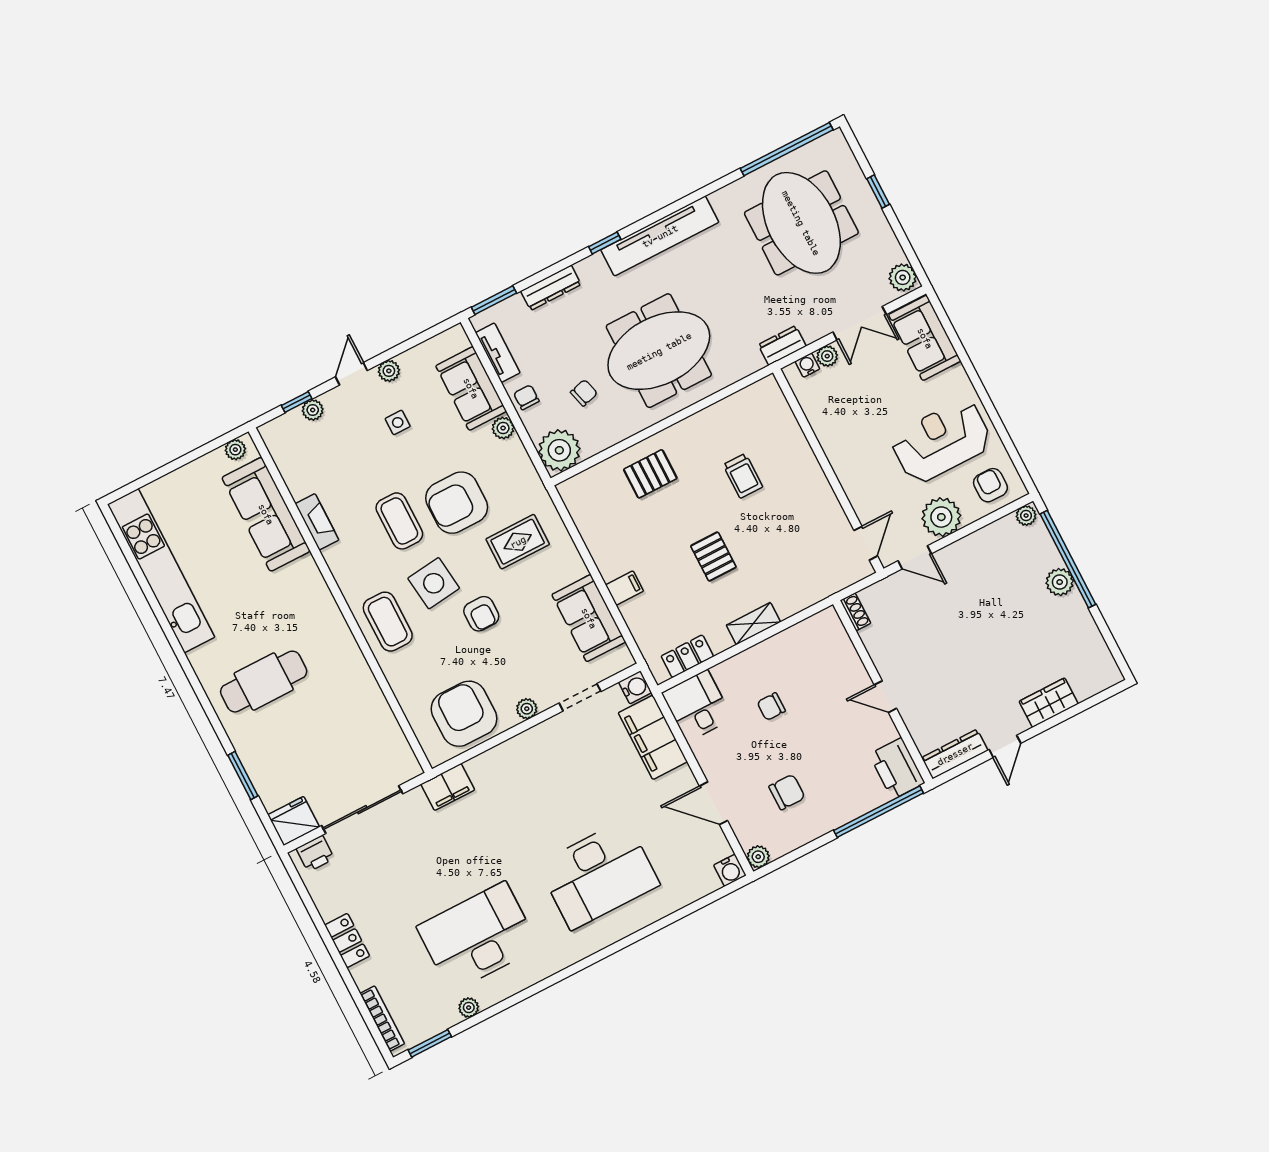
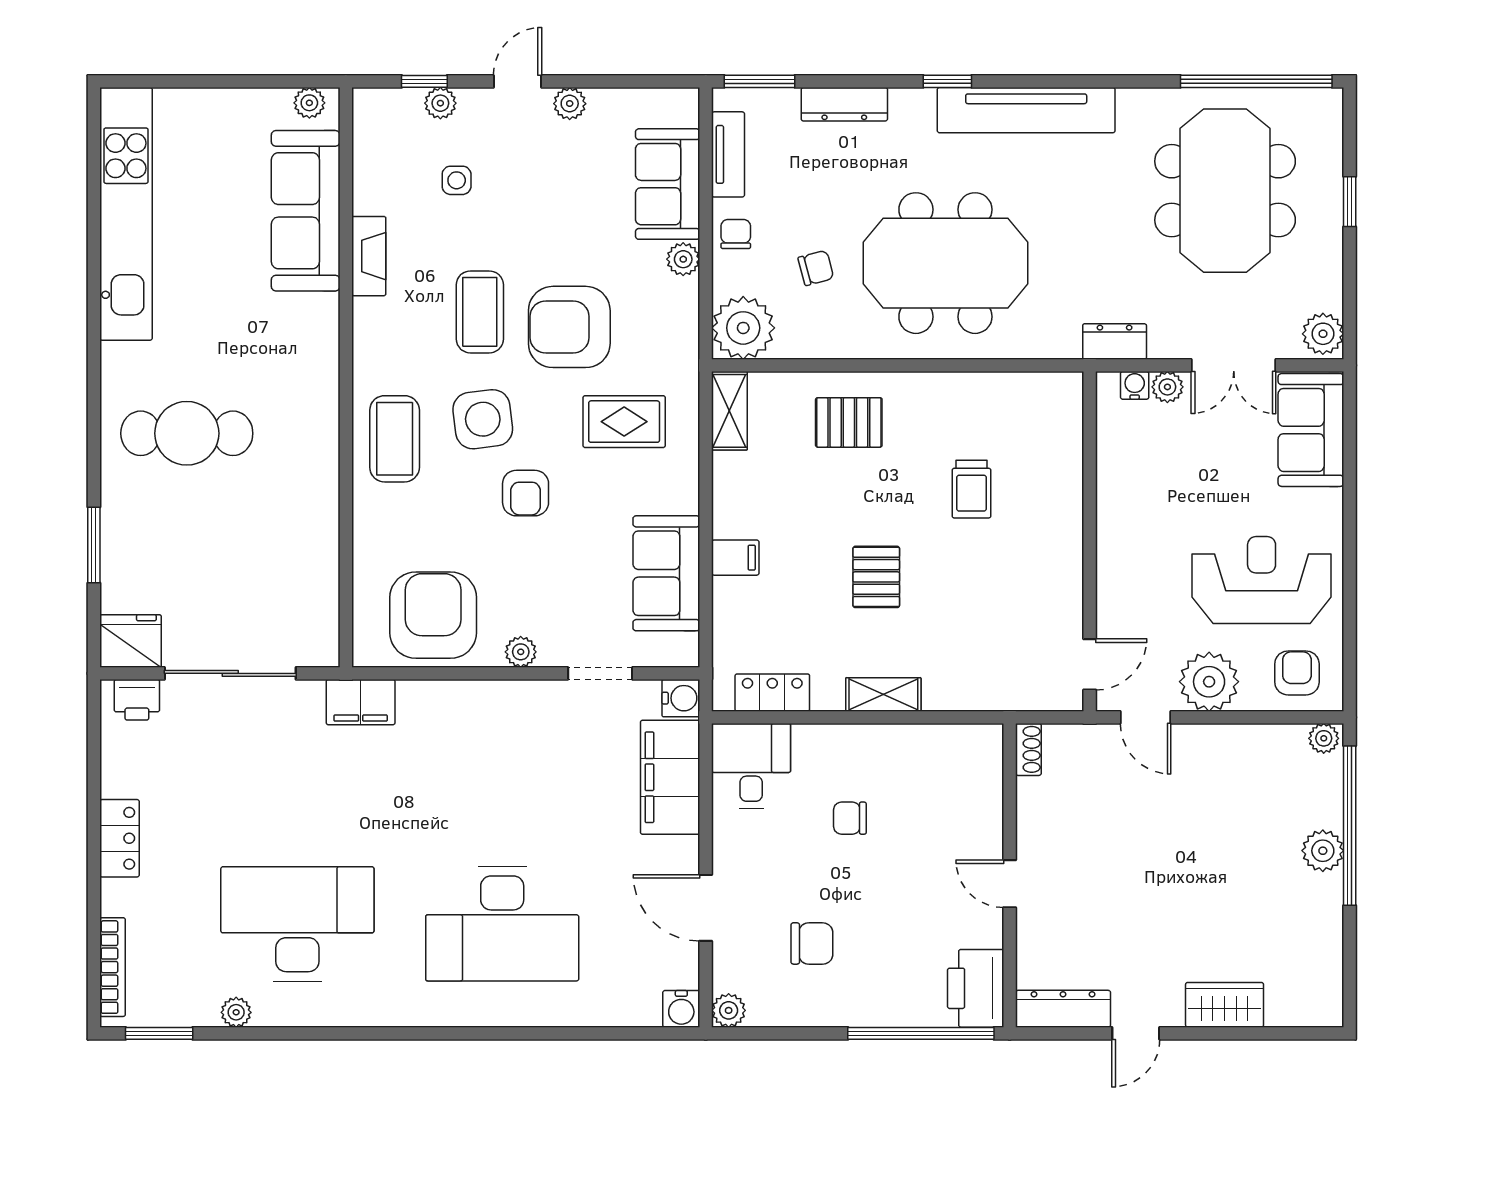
side table: (398, 422) -> (457, 180), moved
shelving: (576, 503) -> (729, 411), added

